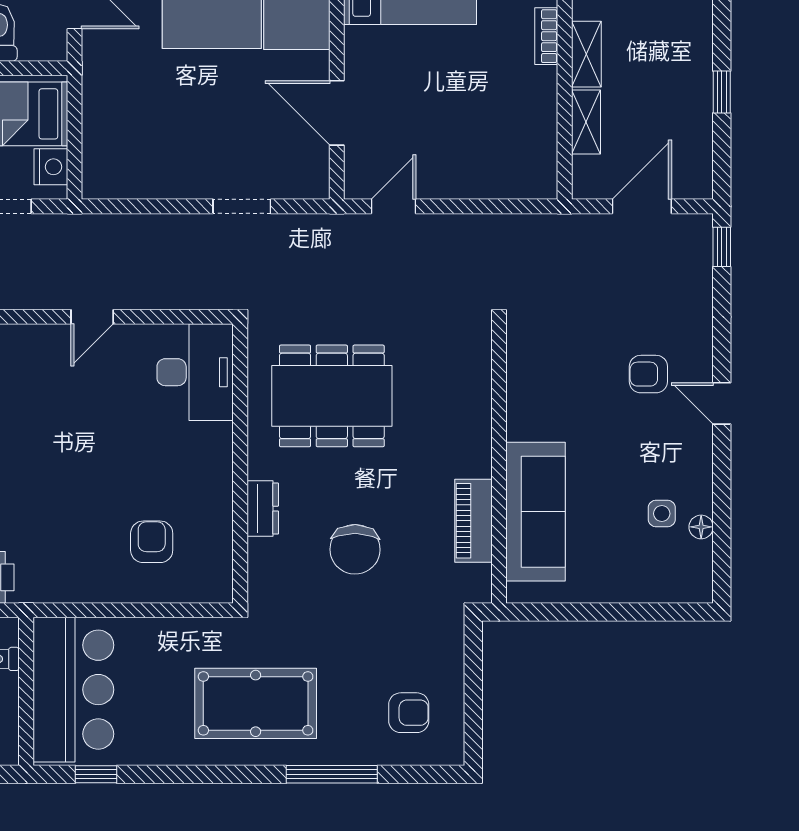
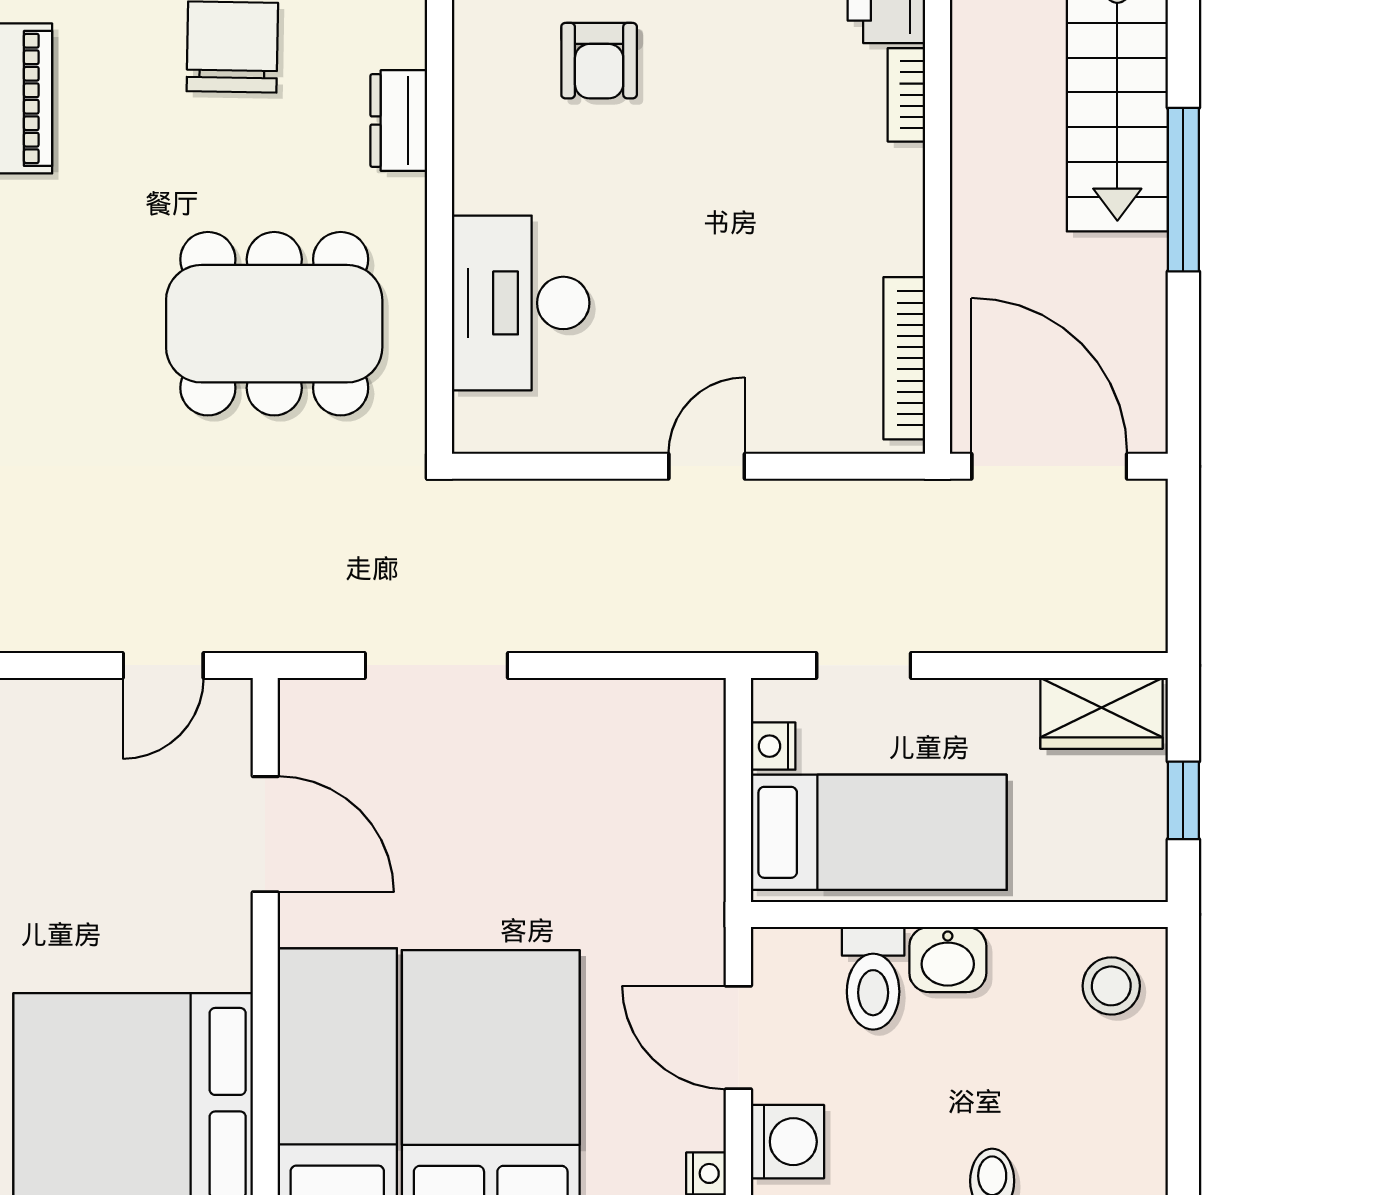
nightstand: (51, 167) -> (773, 746), width x0.72, depth x0.74
doorway: (242, 206) -> (436, 665), width x1.38
desk: (195, 372) -> (521, 303), moved

